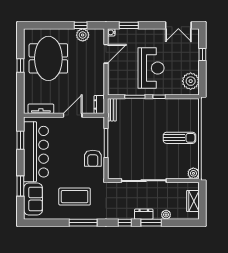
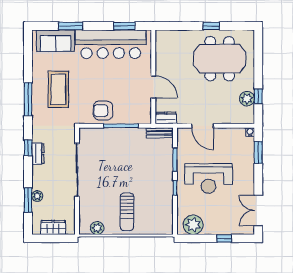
door: (106, 54) -> (202, 126), moved
tv unit: (41, 109) -> (161, 50), removed
plant: (193, 173) -> (97, 228), moved
dresser: (144, 214) -> (38, 154), moved
window: (151, 223) -> (28, 200), moved

